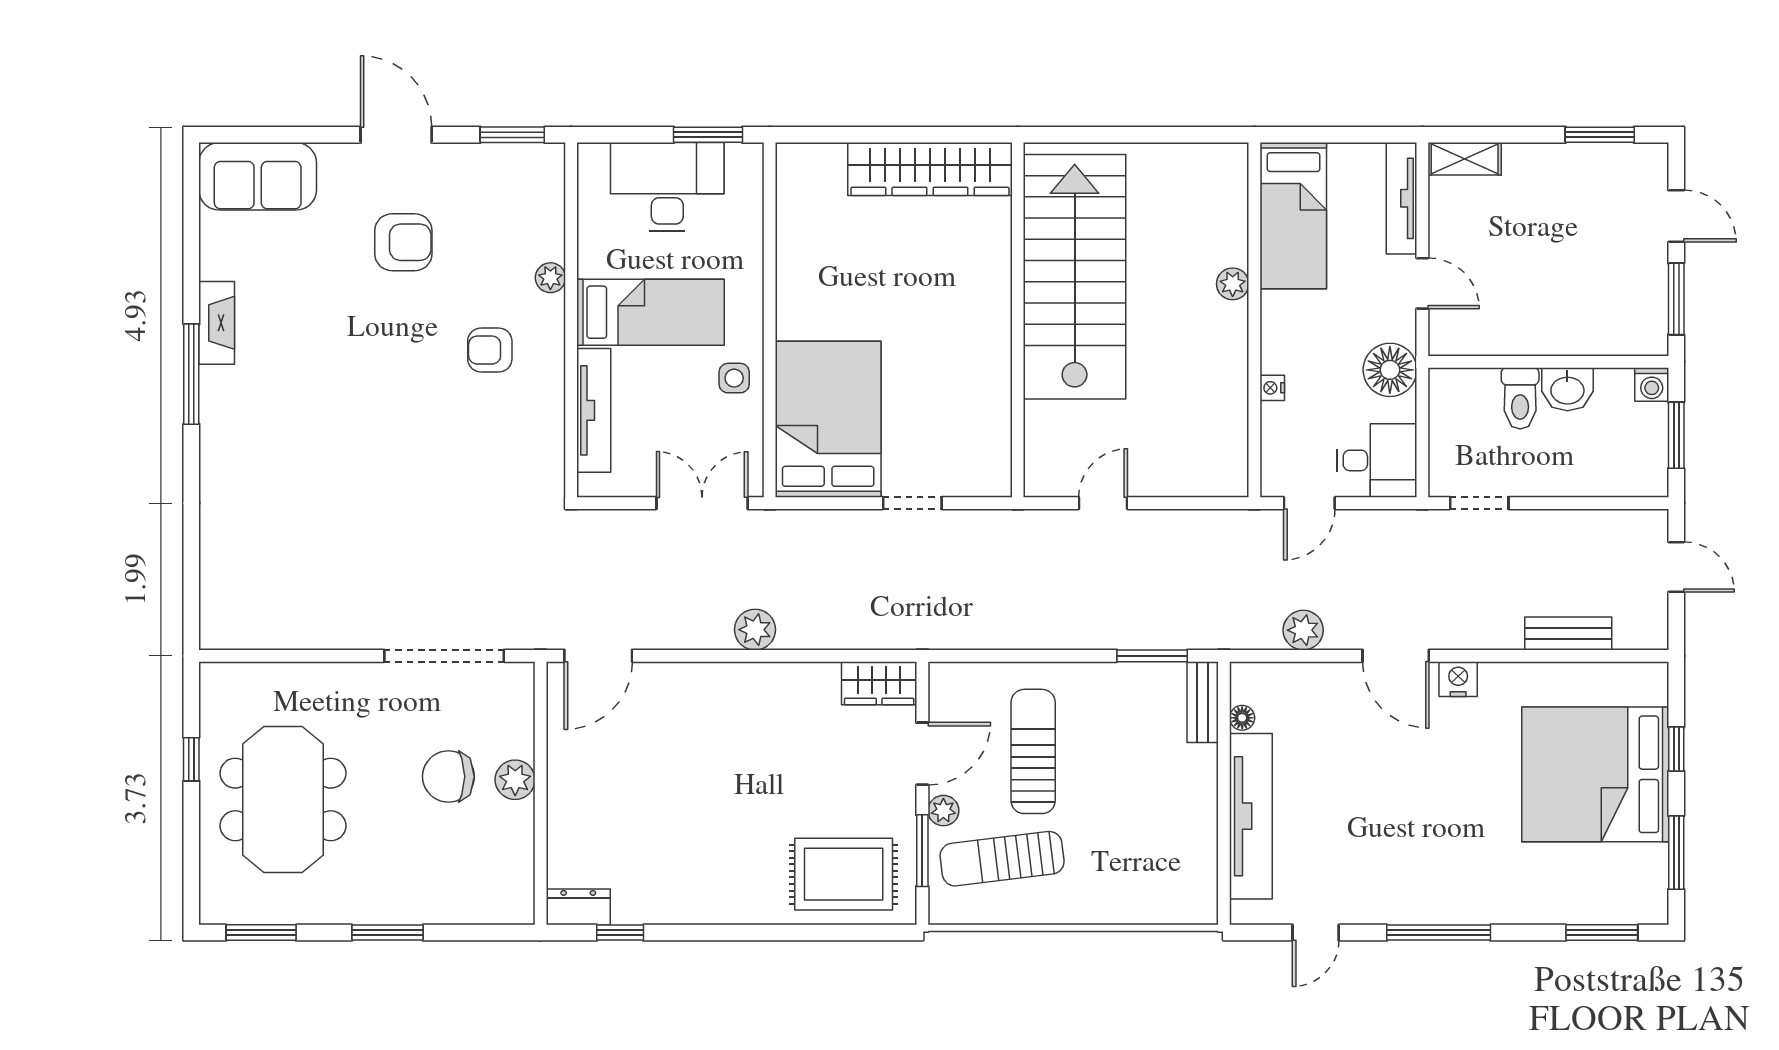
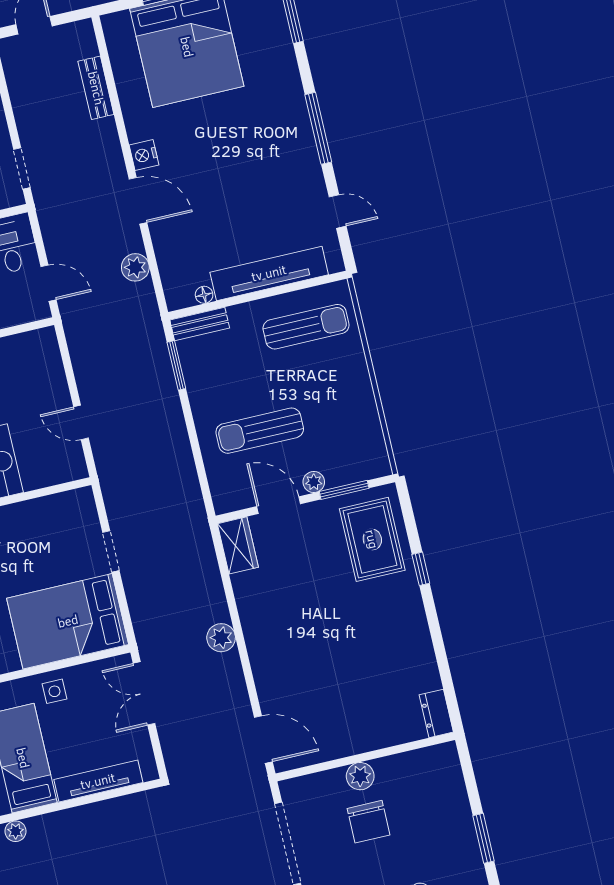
armchair: (490, 350) -> (74, 861), removed
door: (1396, 656) -> (138, 201), hinge flipped
sun lounger: (1002, 859) -> (306, 327), moved, turned -83
window: (620, 933) -> (421, 569), moved

